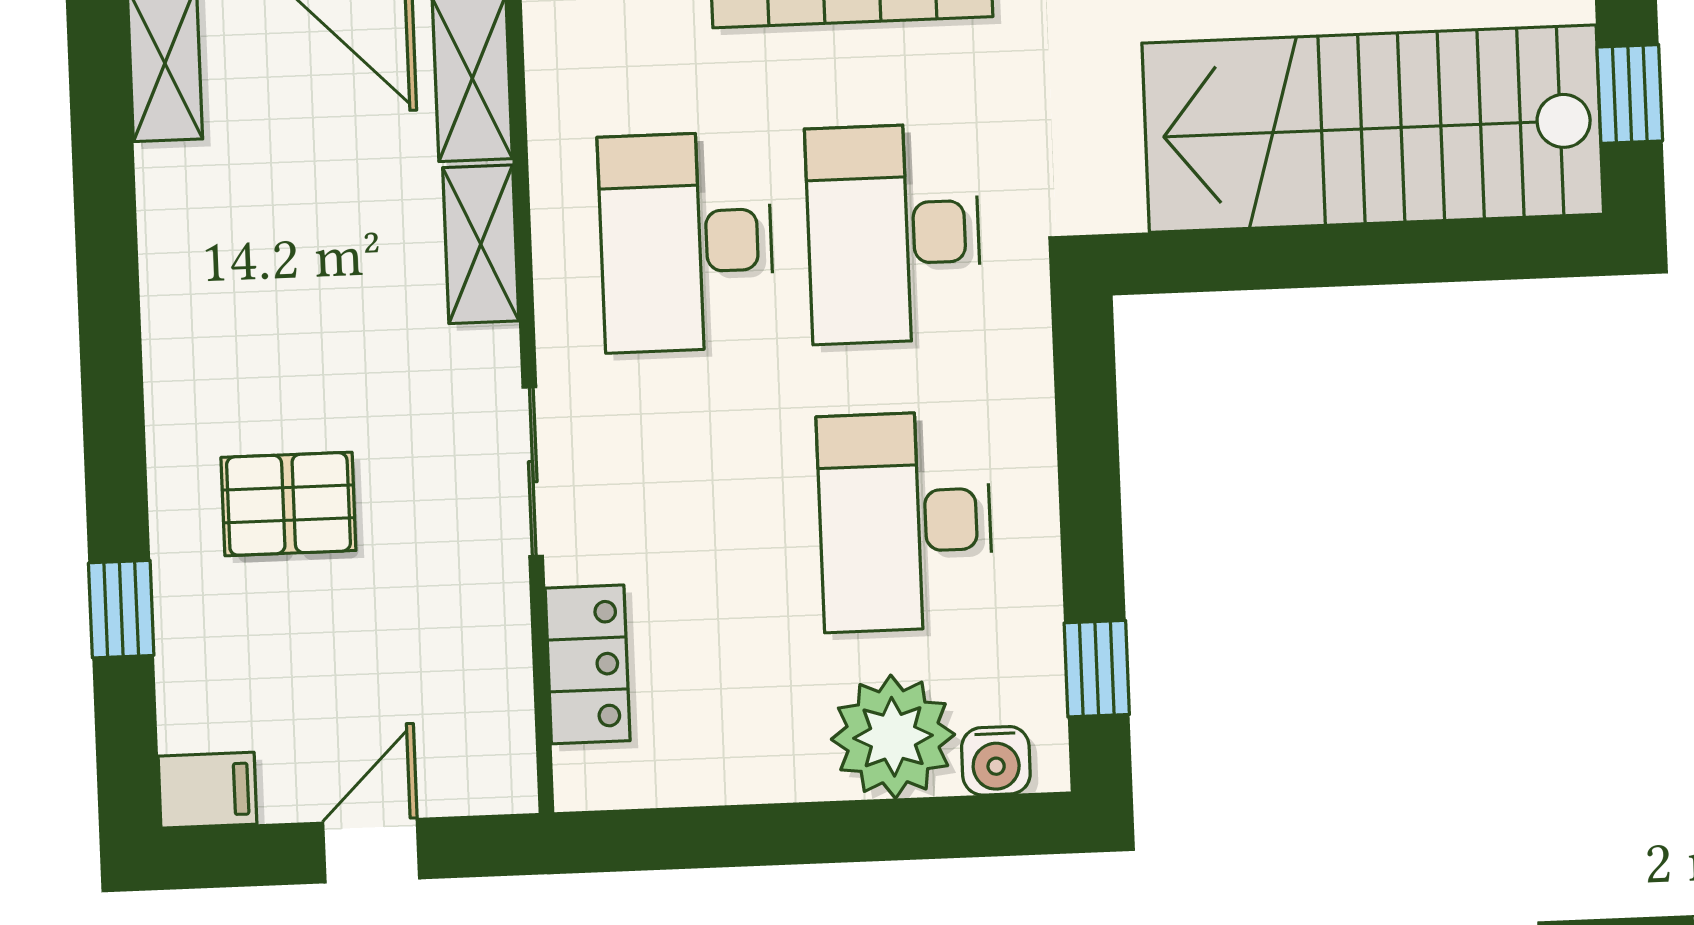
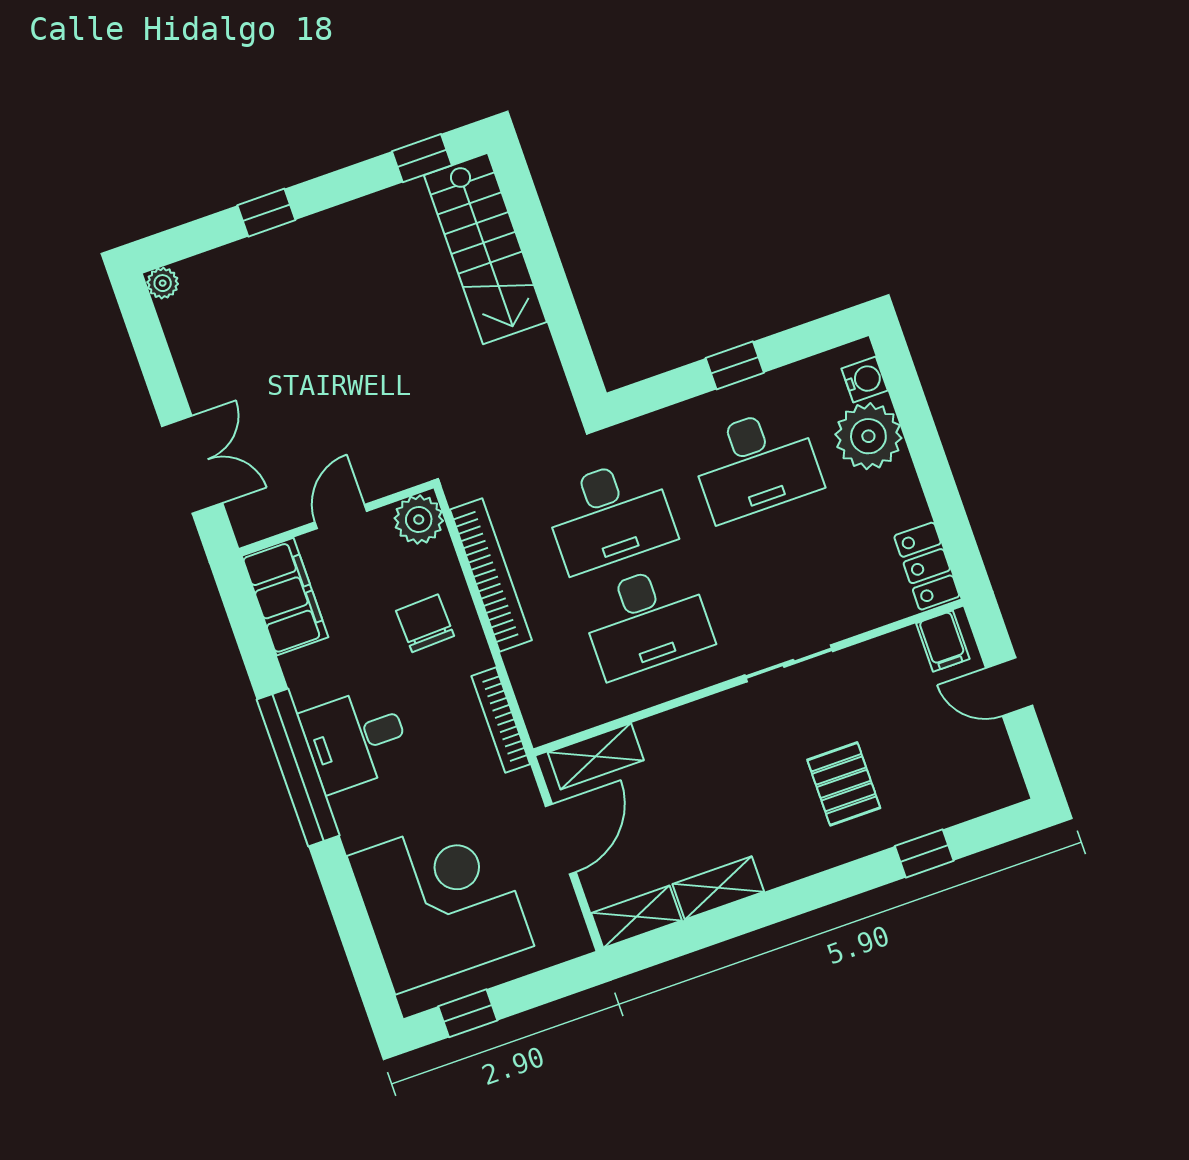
stairs: (1373, 129) -> (485, 249), width x0.73, depth x0.66
shelving: (481, 244) -> (718, 888), moved
locker: (588, 664) -> (927, 566), moved, turned -90
window: (1097, 669) -> (735, 365), moved
filing cabinet: (207, 790) -> (943, 641), moved, turned 180

